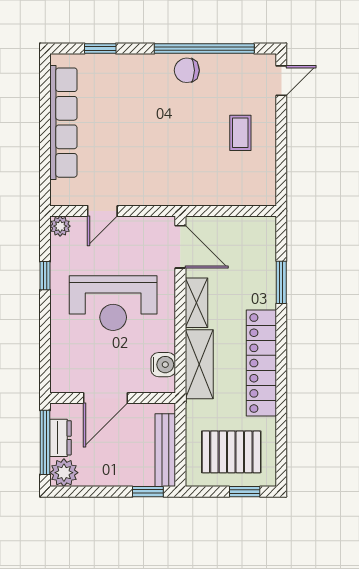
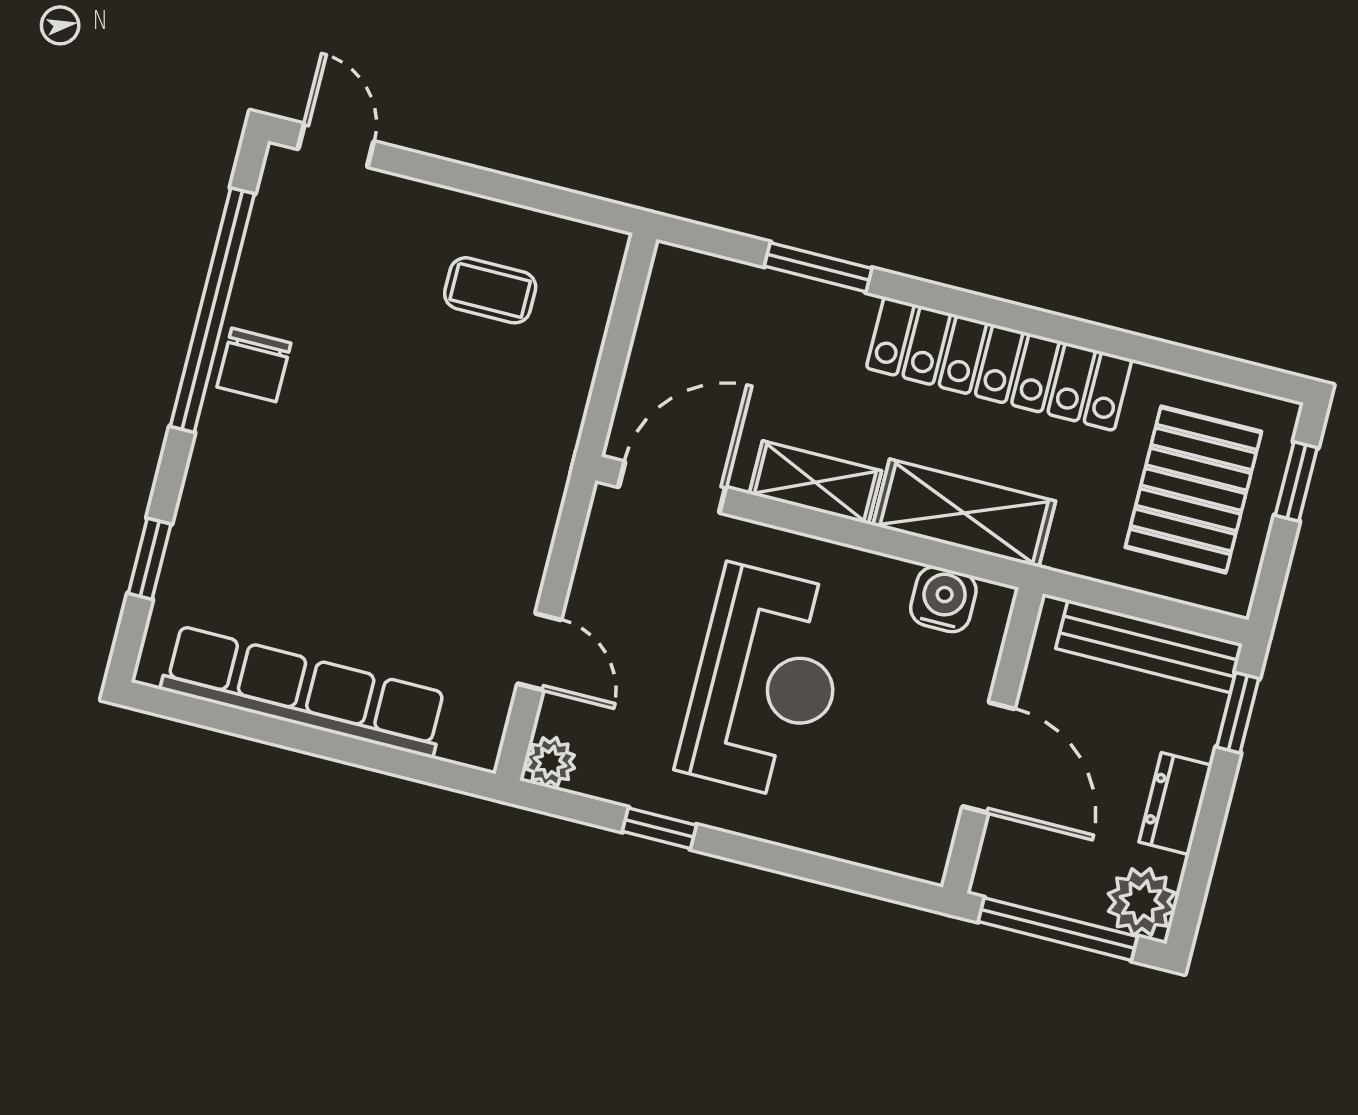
coffee table: (240, 133) -> (490, 290), moved
dresser: (60, 438) -> (1175, 804), moved, turned -90

